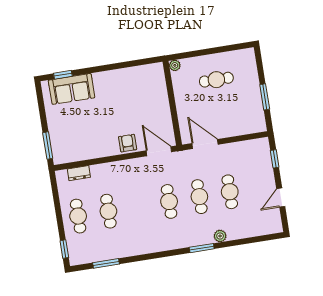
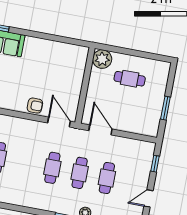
plant: (175, 65) -> (102, 59), width x1.88, depth x1.88
armchair: (128, 143) -> (35, 106), turned 90

